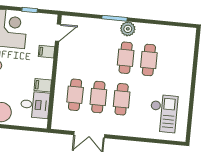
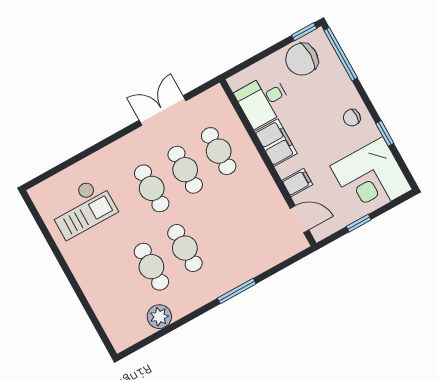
plant: (128, 29) -> (159, 317), moved
door: (58, 33) -> (299, 219), swing flipped
filing cabinet: (43, 85) -> (276, 143), width x2.00
checkout: (163, 114) -> (82, 208), turned -90

